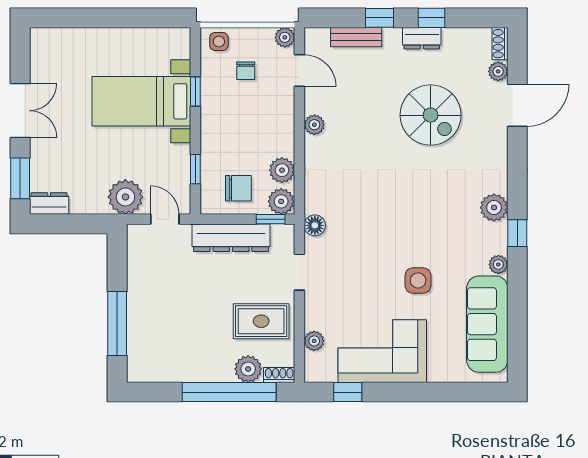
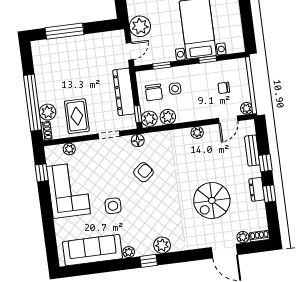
side table: (219, 42) -> (175, 89), moved
armchair: (369, 223) -> (143, 172), added

